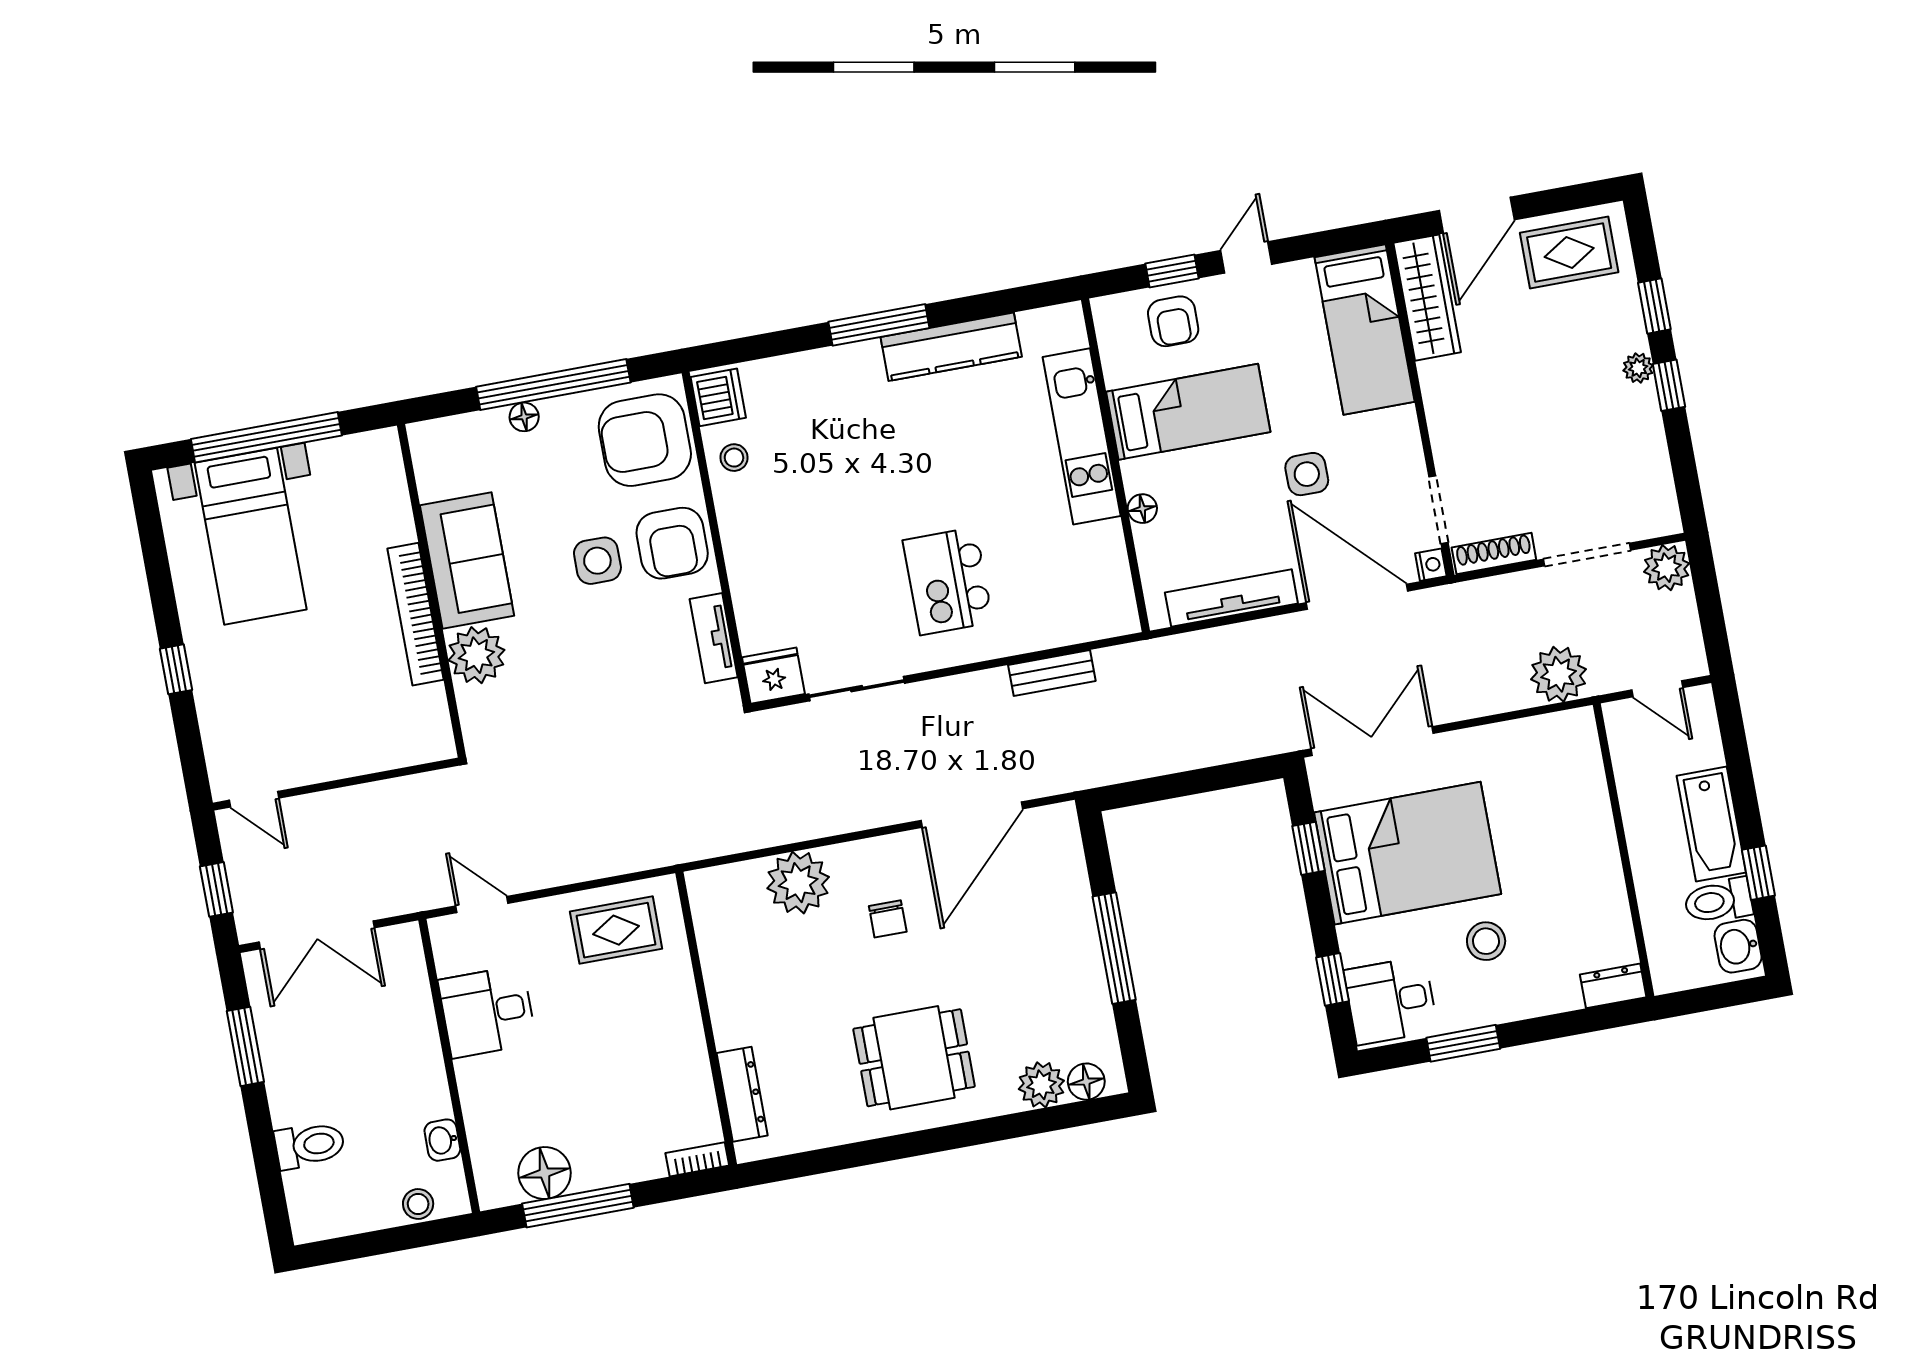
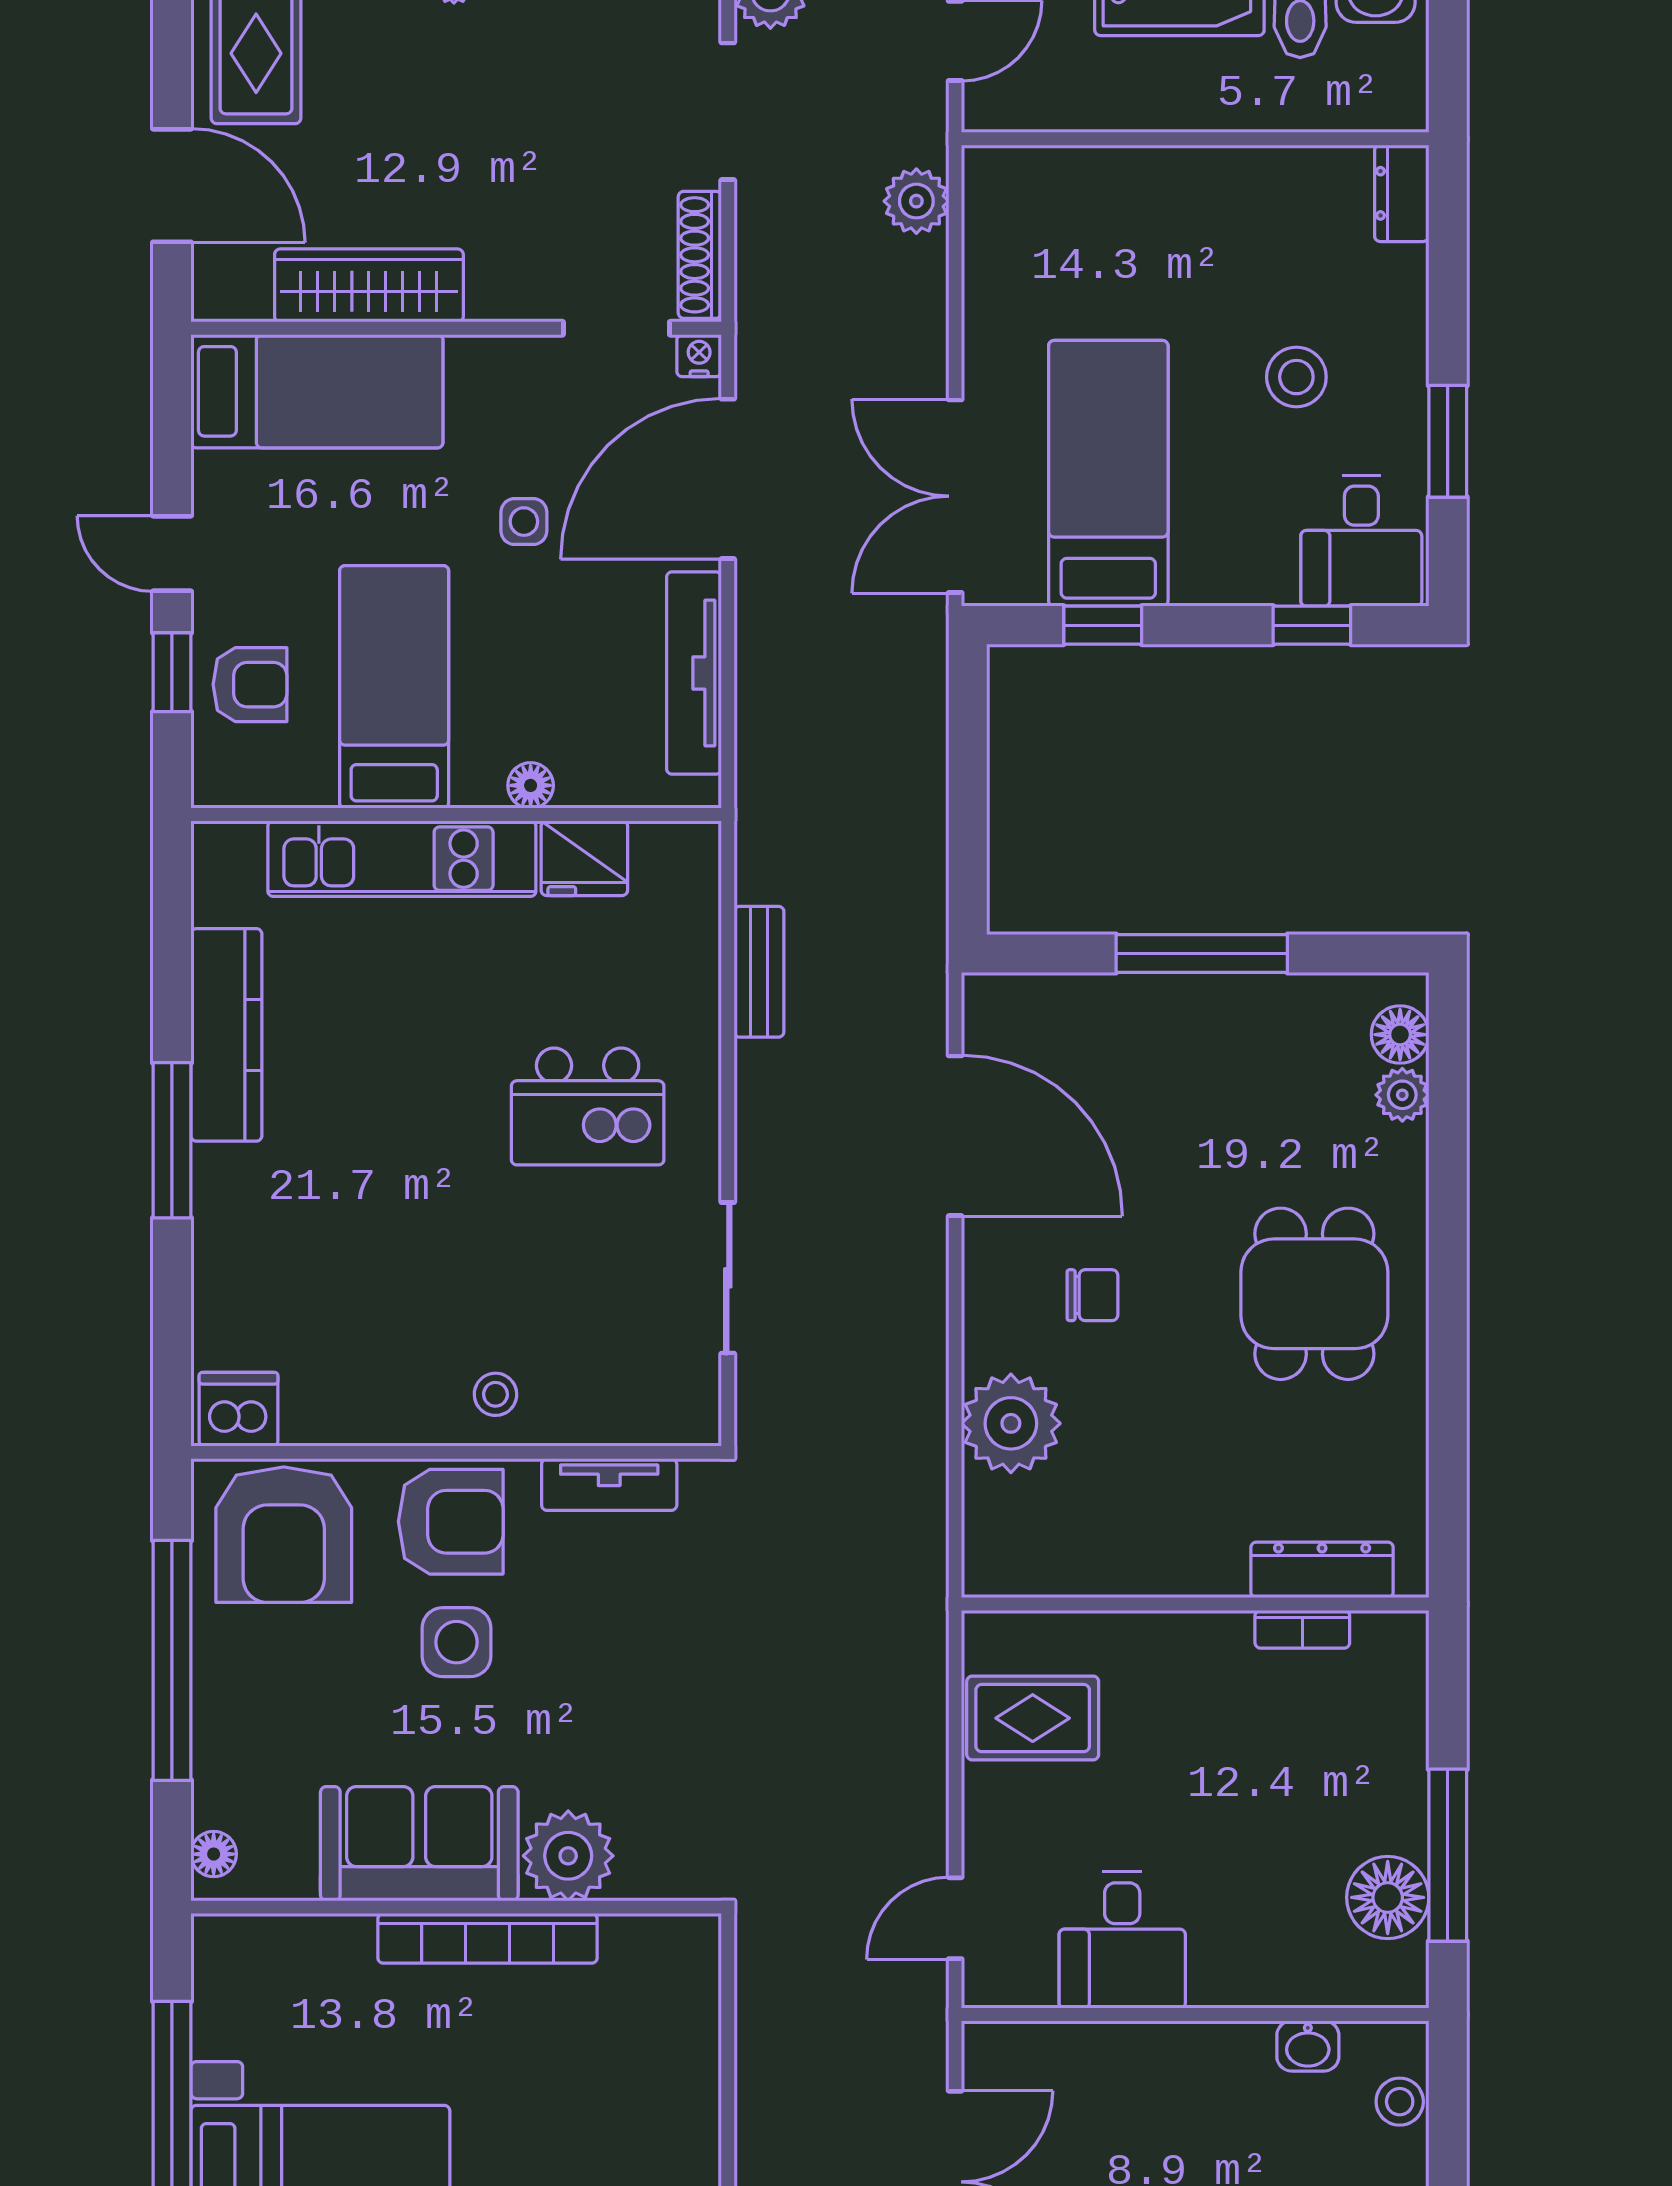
wardrobe: (1427, 298) -> (369, 285), moved
floor lamp: (524, 417) -> (214, 1854), moved
stool: (734, 458) -> (496, 1394), moved
side table: (1307, 474) -> (524, 522), width x0.73, depth x0.73
plant: (1559, 674) -> (916, 201), width x0.73, depth x0.73
fridge: (773, 676) -> (584, 858), moved, turned -90
bed: (1408, 853) -> (1108, 473), width x0.67
rug: (616, 930) -> (1033, 1718), turned 90
plant: (1041, 1085) -> (1402, 1095), width x0.73, depth x0.73
bookcase: (697, 1159) -> (1302, 1629), moved, turned -90

